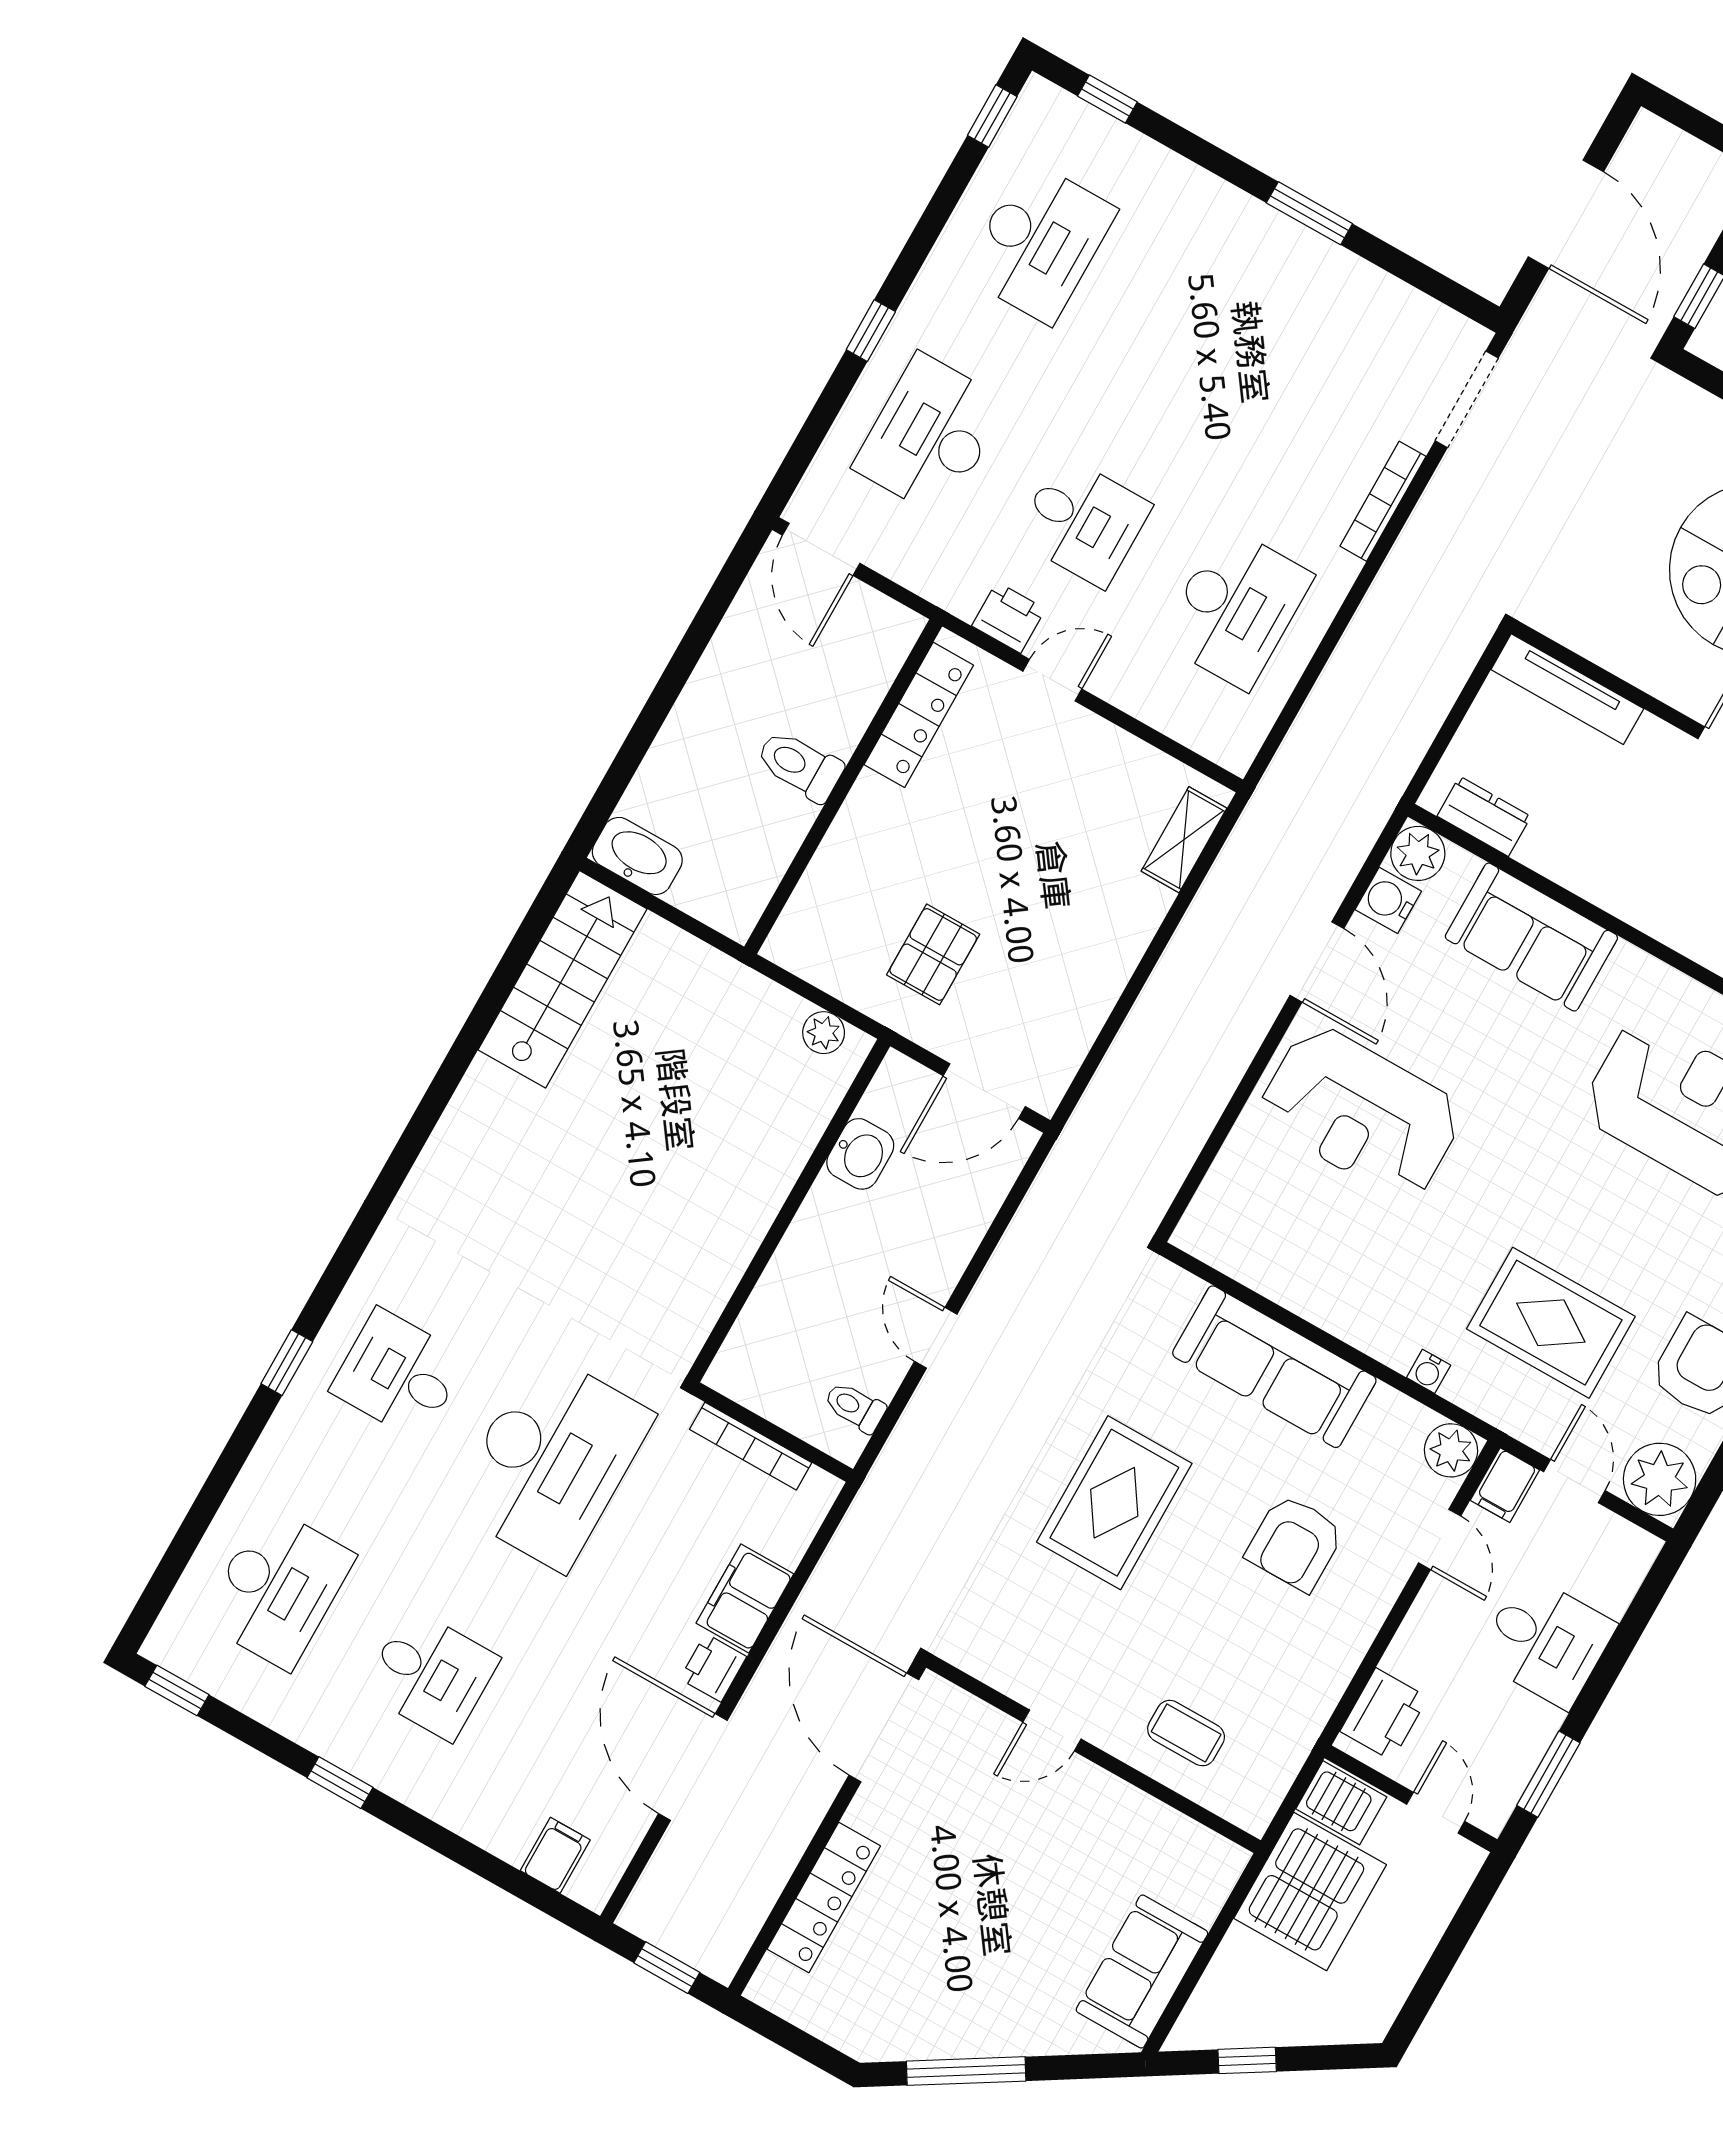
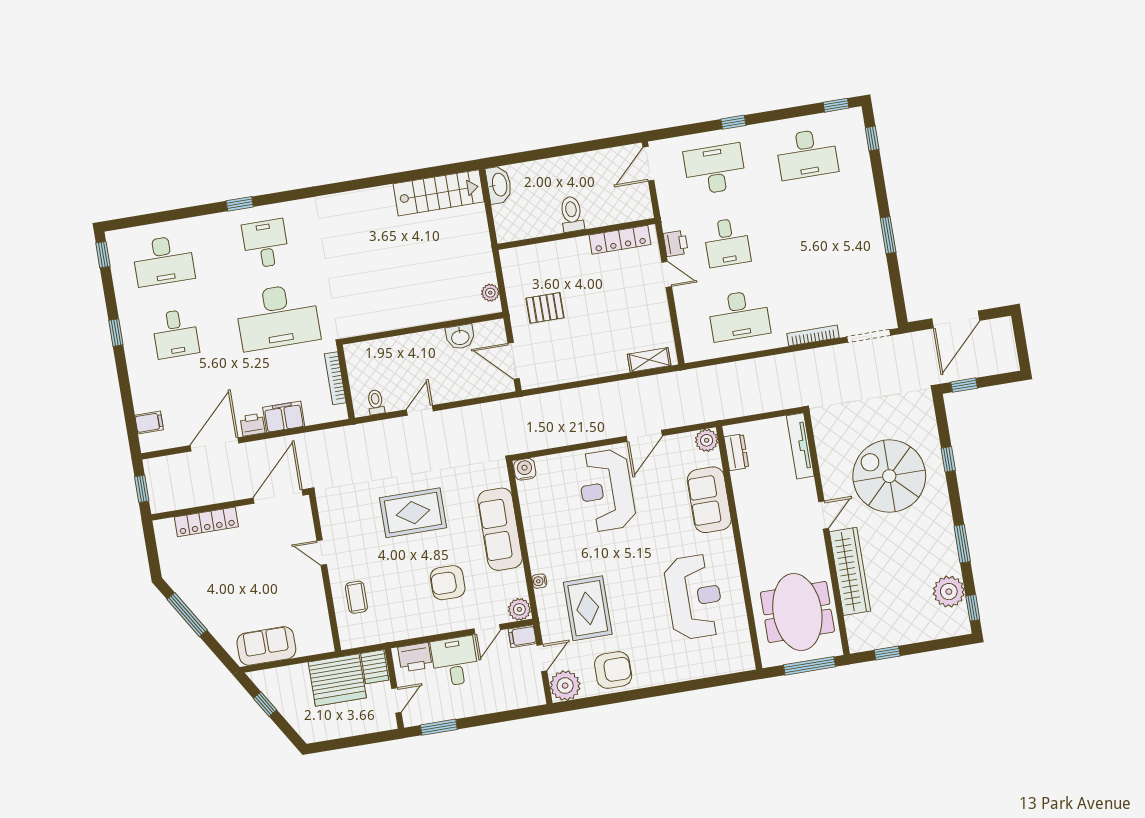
water cooler: (1388, 900) -> (525, 469), moved
desk: (1546, 1641) -> (455, 661), moved, turned 180

